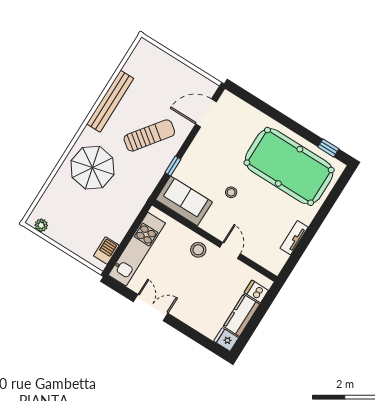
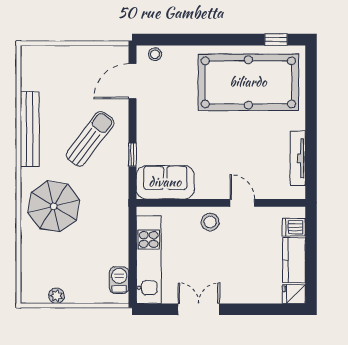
stool: (231, 192) -> (155, 54), moved
plant: (41, 225) -> (56, 296), moved
tv unit: (294, 238) -> (298, 158), width x1.41

